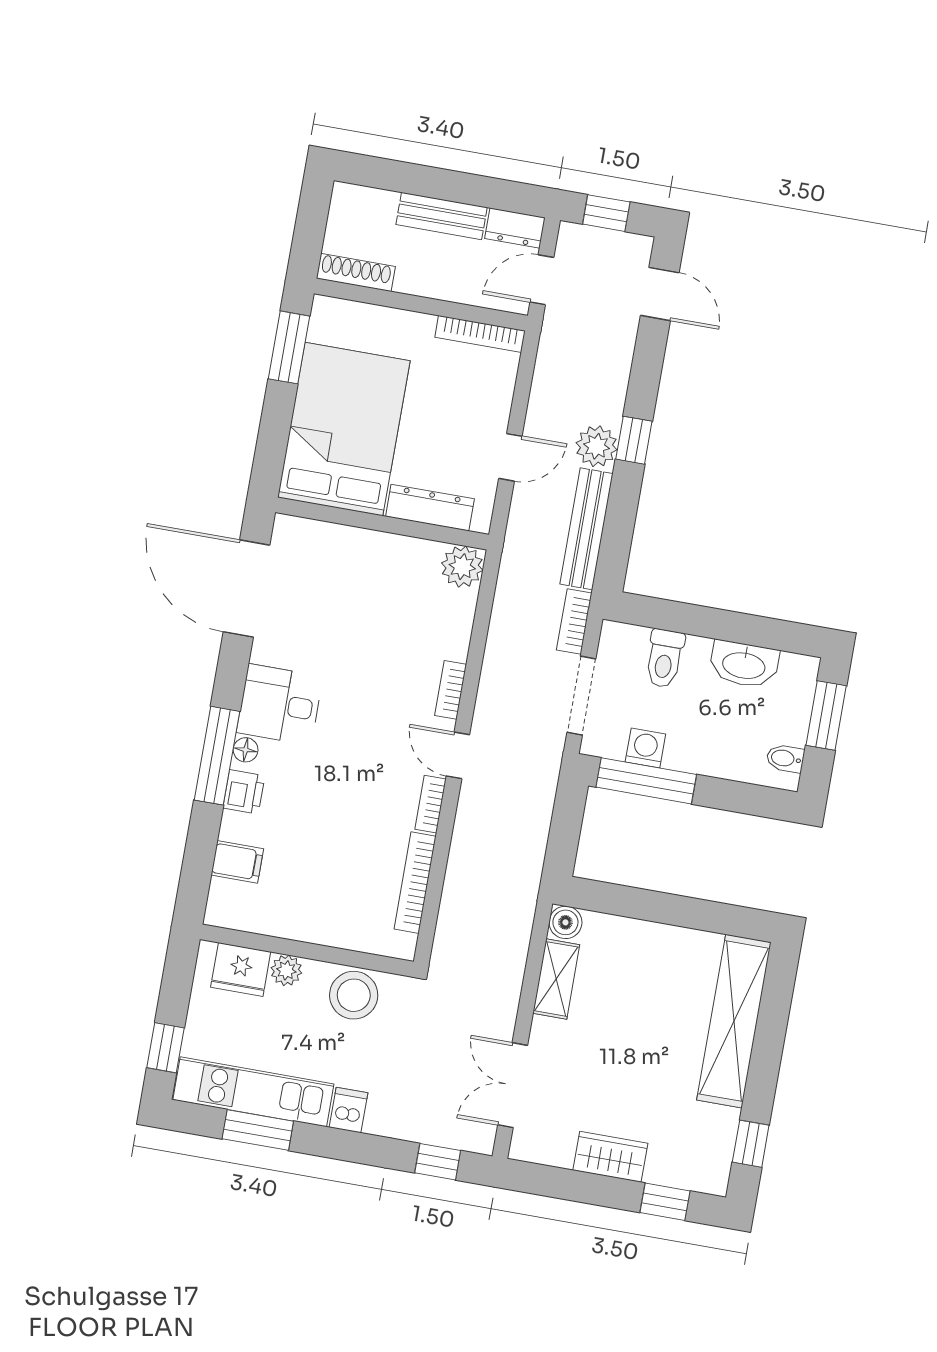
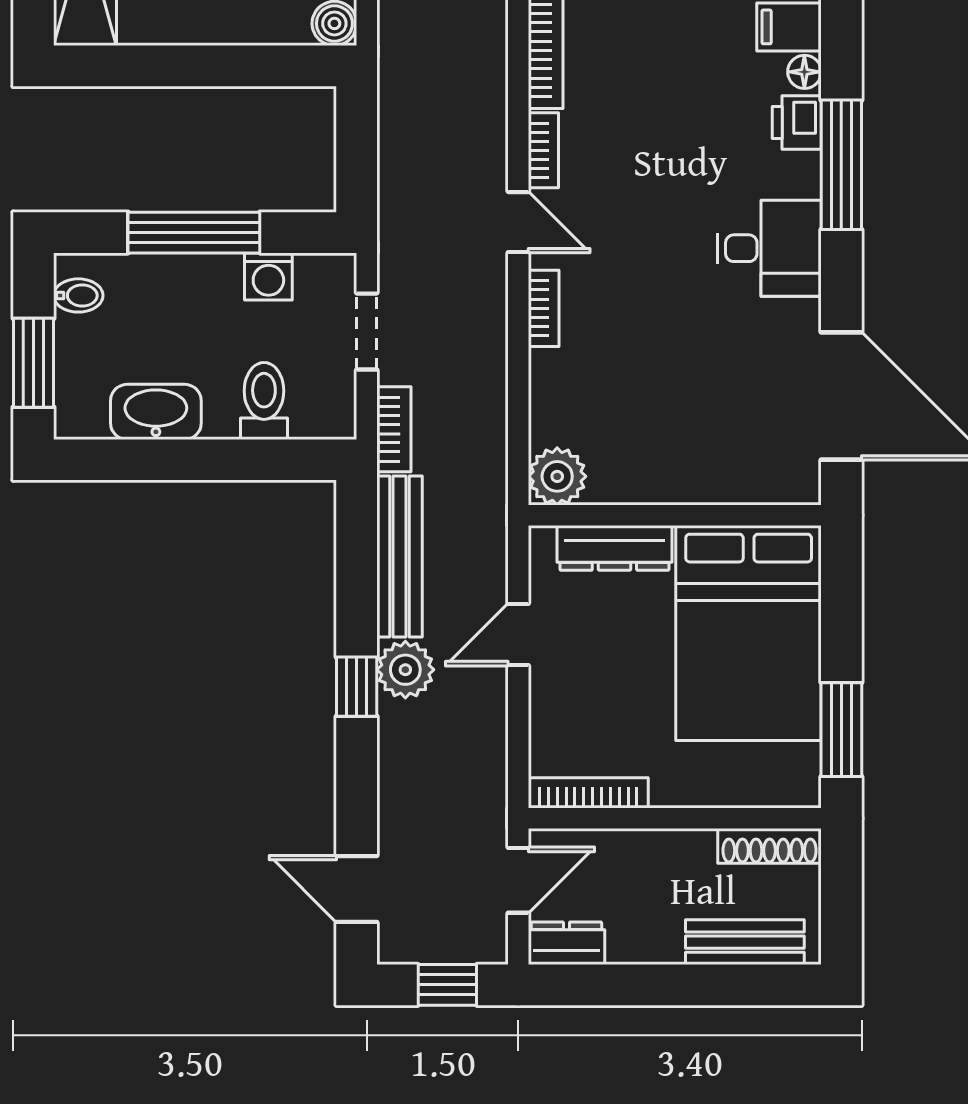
bench: (442, 216) -> (745, 942), moved
doorway: (581, 696) -> (367, 331), width x0.73
floor lamp: (246, 750) -> (804, 72), moved
window: (646, 781) -> (194, 233), moved

